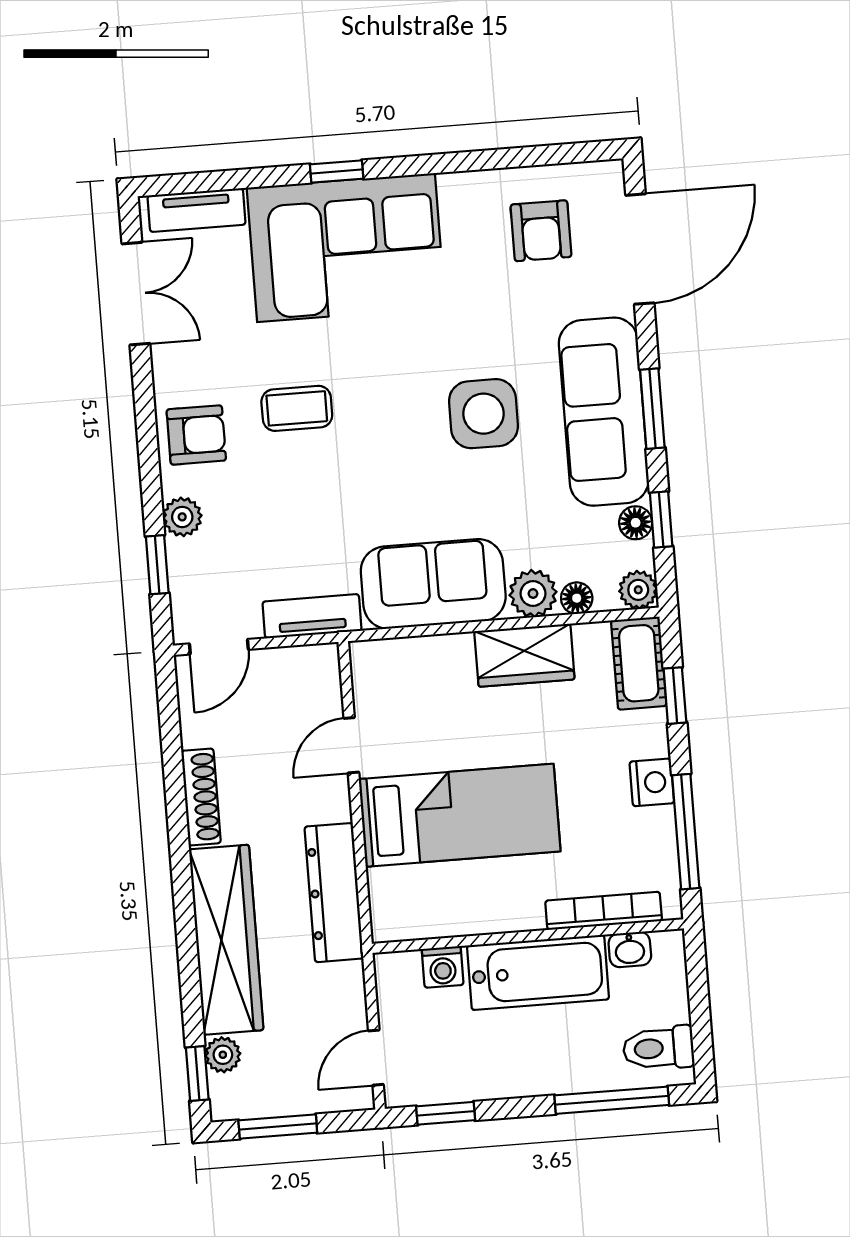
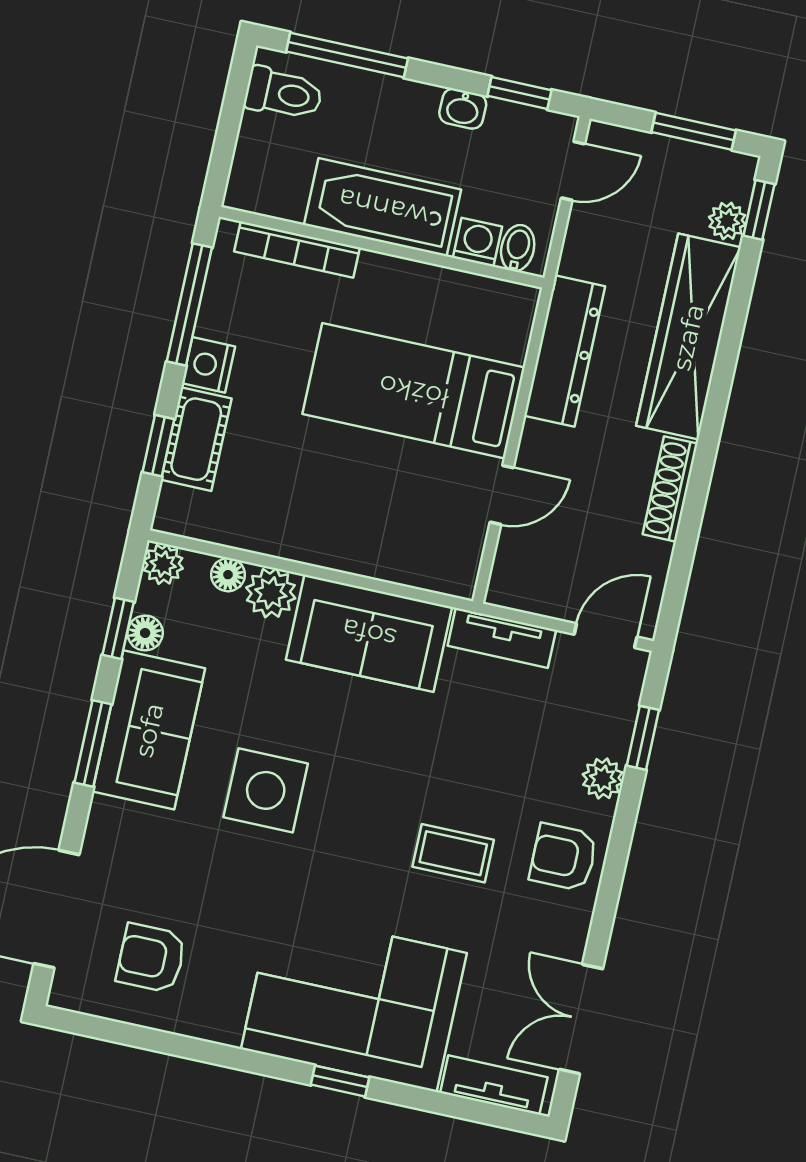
armchair: (541, 231) -> (151, 958), turned -90
sofa: (604, 412) -> (149, 730), width x0.73
wardrobe: (524, 655) -> (299, 533), removed
cot: (639, 663) -> (196, 439), moved
washbasin: (630, 950) -> (463, 109), moved, turned 180
bidet: (405, 973) -> (518, 248), added

